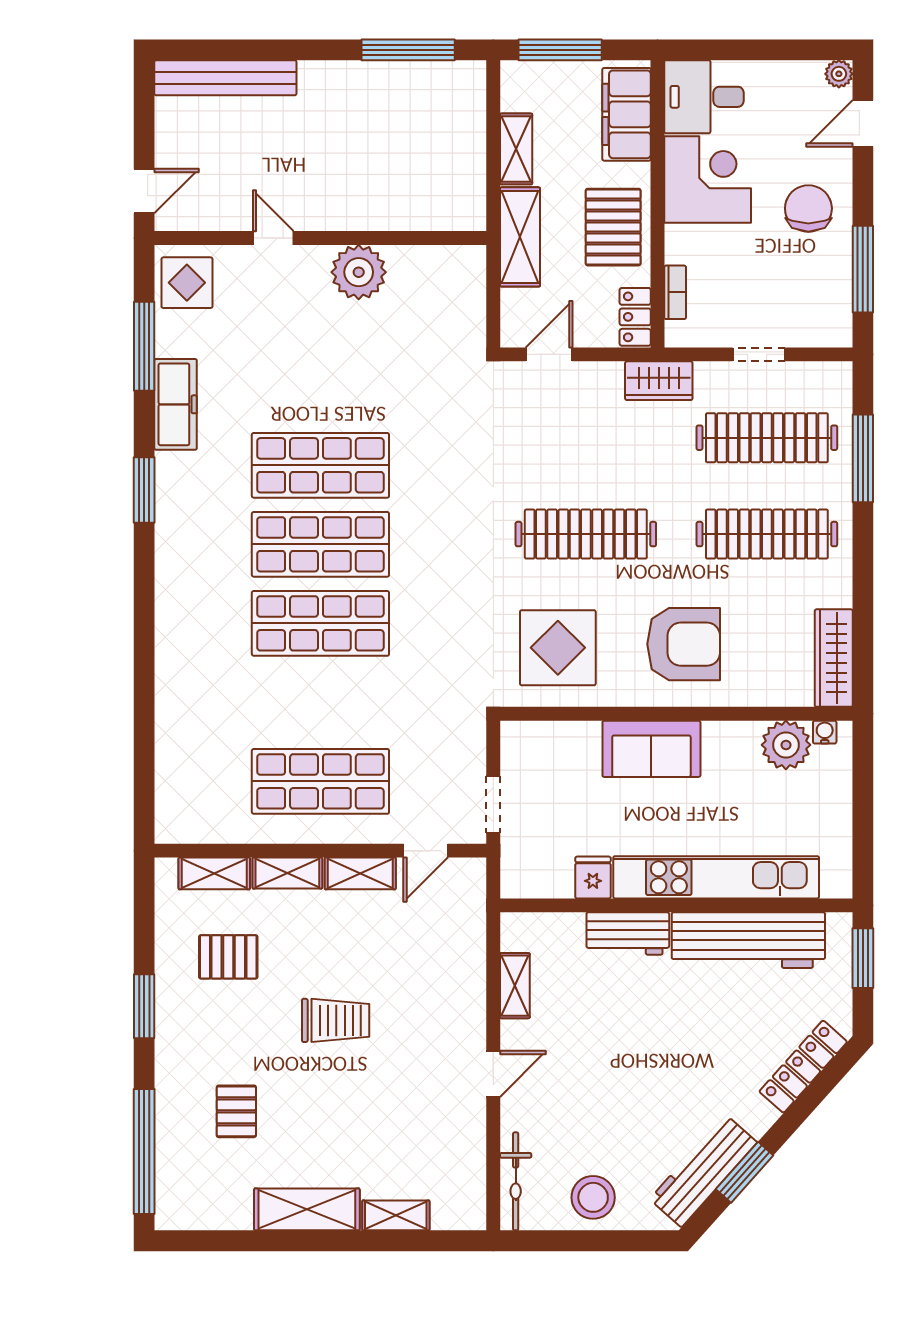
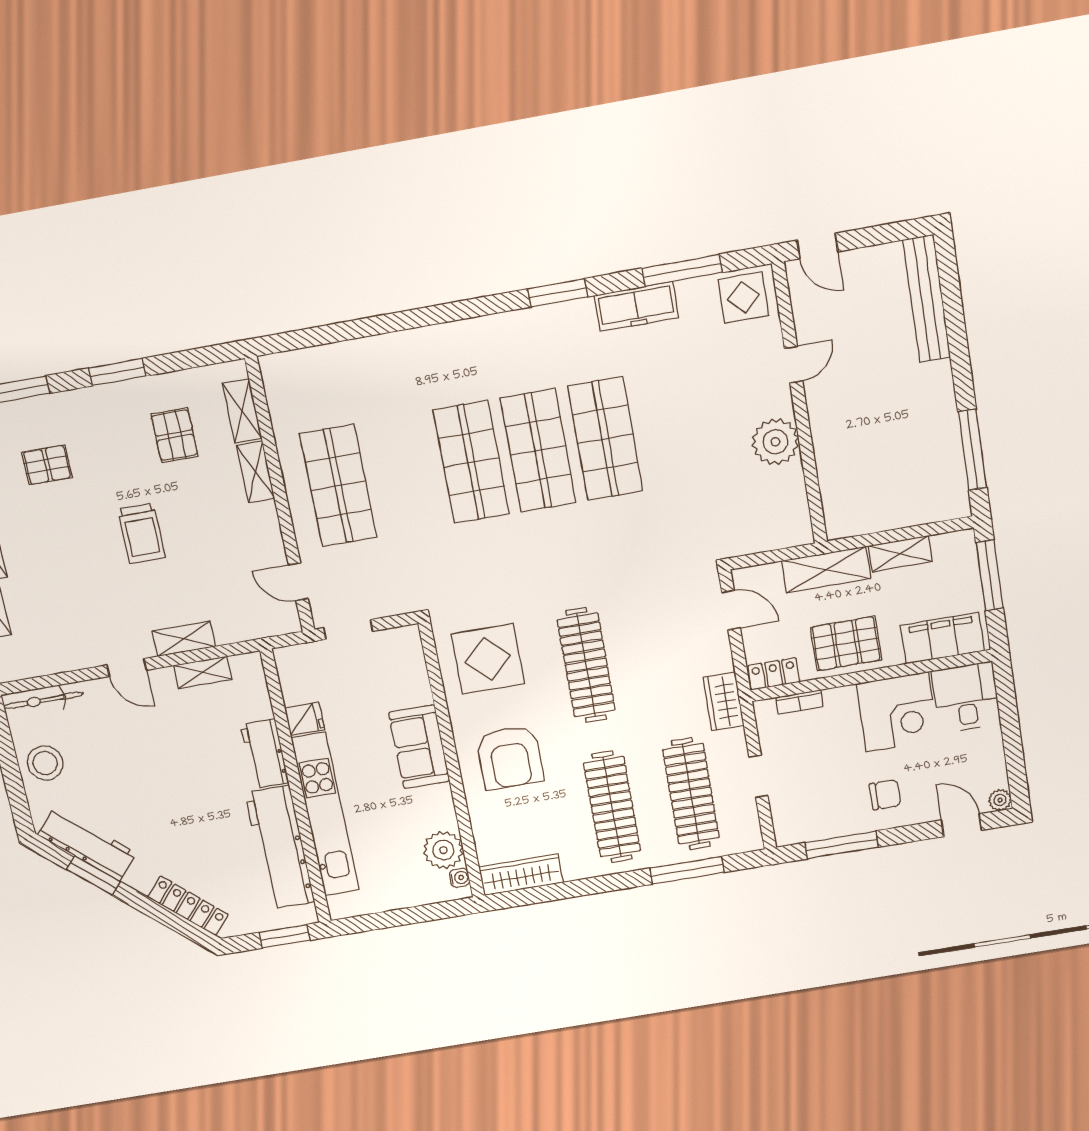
chair: (808, 208) -> (885, 795), width x0.73, depth x0.73
shelving: (360, 873) -> (184, 639), moved, turned 90

